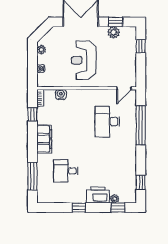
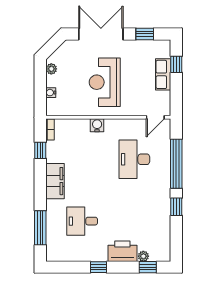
plant: (114, 32) -> (142, 47), removed
row of seats: (130, 54) -> (163, 74), added
water cooler: (61, 95) -> (97, 125), moved
window: (141, 182) -> (176, 207), moved

